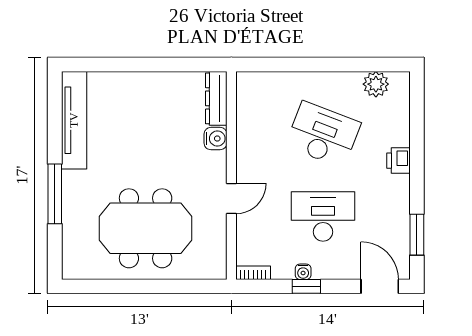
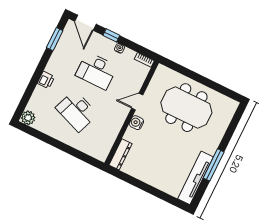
plant: (376, 84) -> (28, 118), moved
water cooler: (215, 139) -> (136, 123), moved
window: (55, 194) -> (214, 165), moved
window: (306, 286) -> (111, 35), moved

